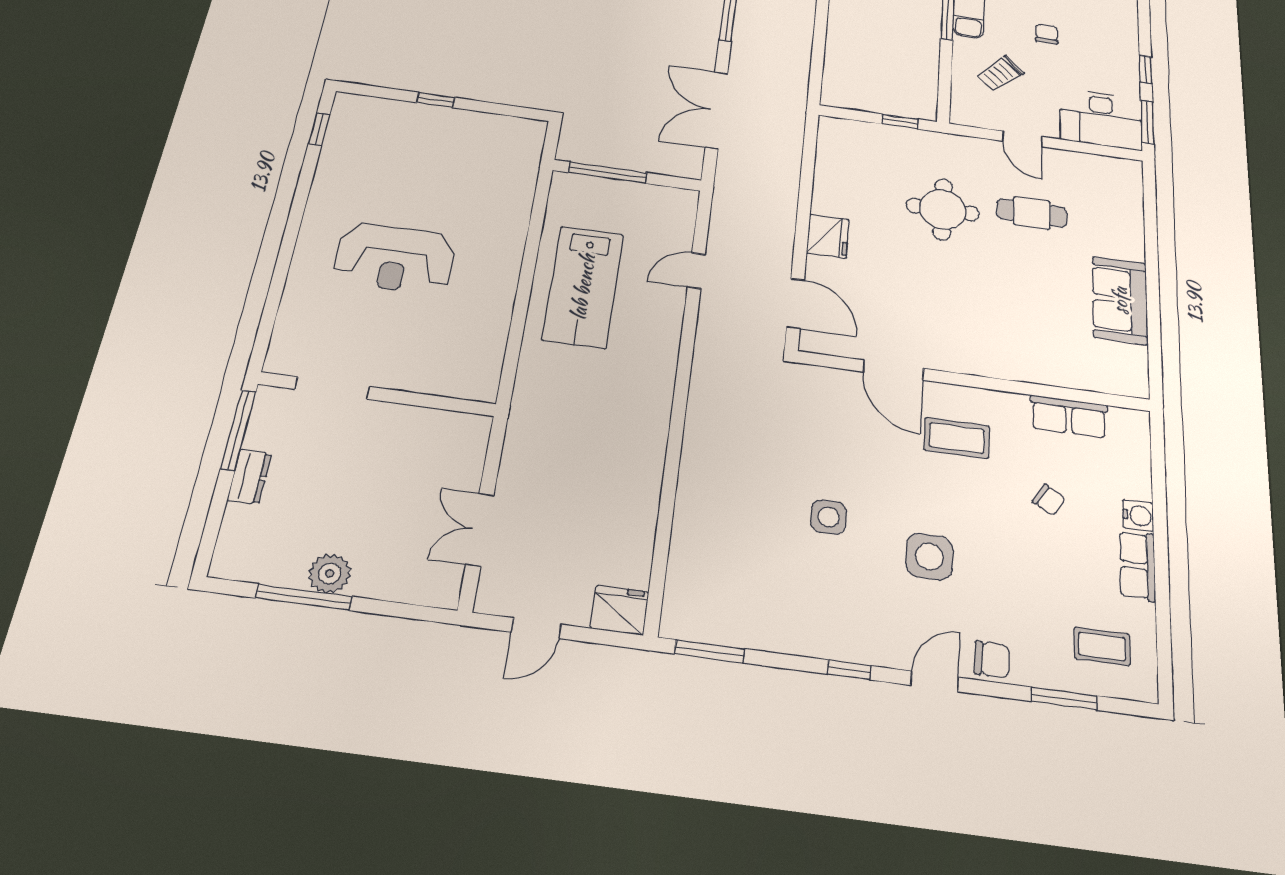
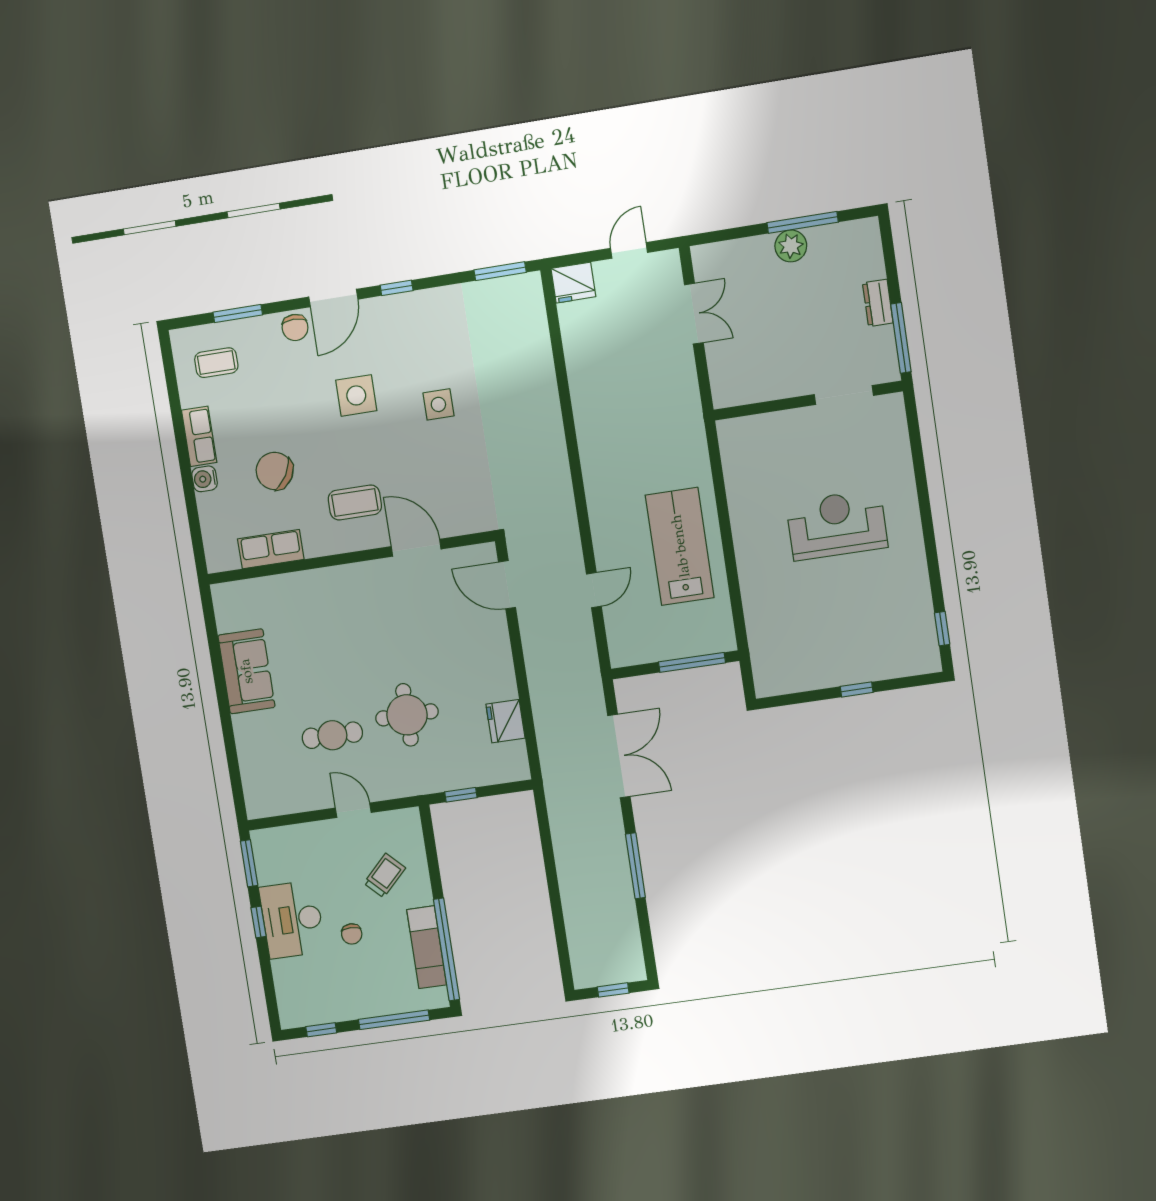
desk: (1101, 119) -> (292, 919), moved, turned -90
fridge: (828, 236) -> (505, 721), moved
chair: (1049, 500) -> (275, 471), width x1.87, depth x1.87
chair: (992, 660) -> (295, 328), turned -91
door: (935, 681) -> (333, 298), width x1.38

